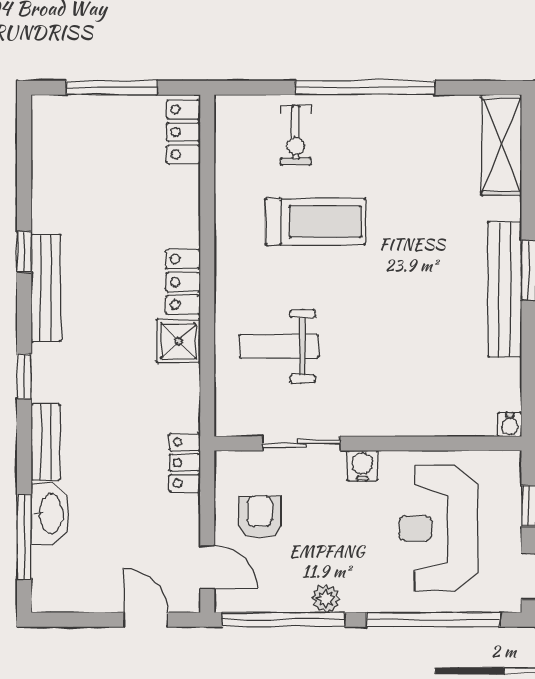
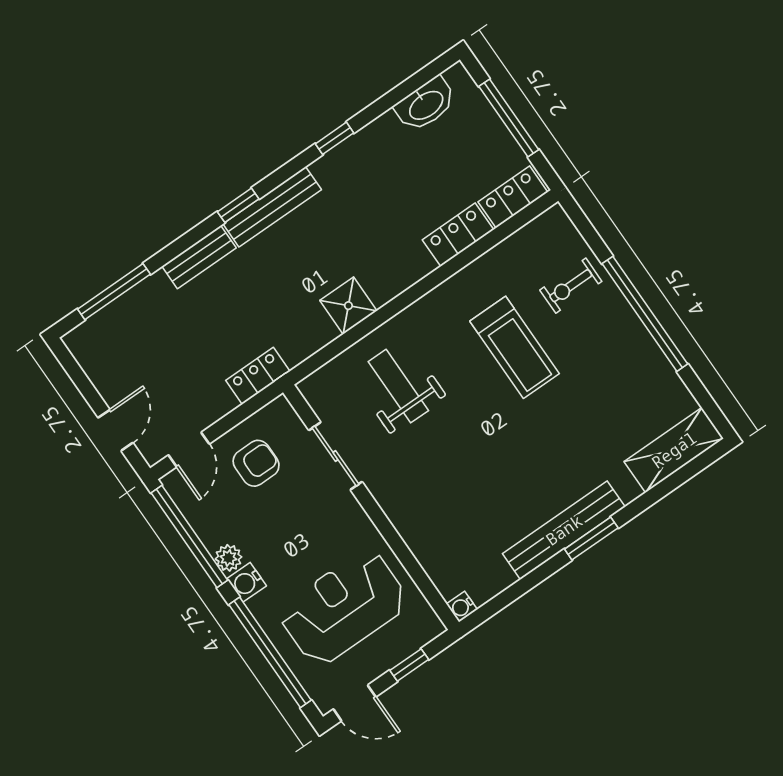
locker: (183, 282) -> (458, 235), moved
bench: (46, 288) -> (272, 207), moved
water cooler: (362, 466) -> (247, 582), moved, turned 180
washbasin: (50, 514) -> (426, 105), moved

